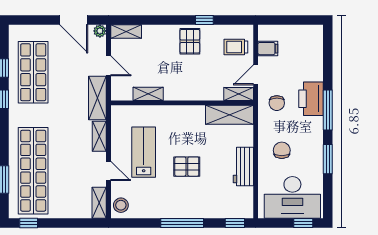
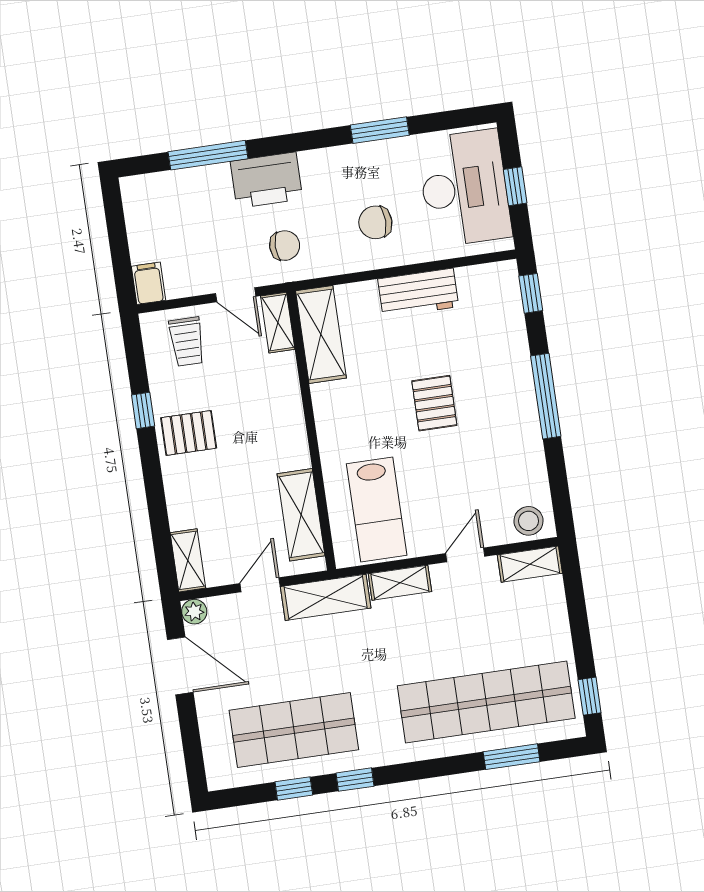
door: (74, 20) -> (180, 666), hinge flipped
filing cabinet: (268, 49) -> (149, 283), moved
shelving: (148, 94) -> (301, 515), width x1.50, depth x1.33
window: (328, 110) -> (208, 155), moved
lab bench: (144, 152) -> (377, 510), moved, turned -90
window: (303, 223) -> (515, 186), moved

